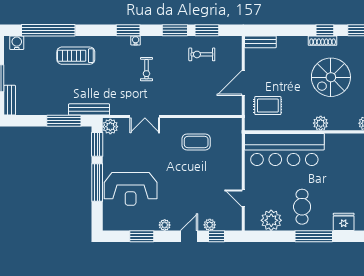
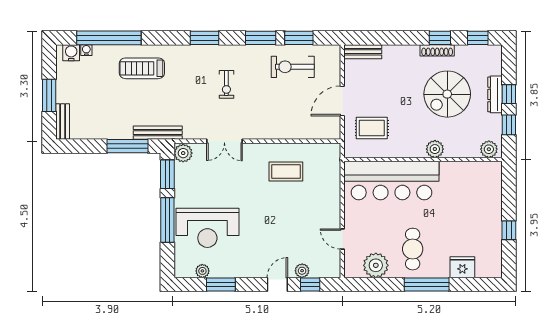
water cooler: (136, 40) -> (86, 50), moved
exercise bike: (202, 54) -> (293, 67), width x1.38, depth x1.39
plant: (165, 225) -> (202, 271), moved

